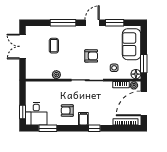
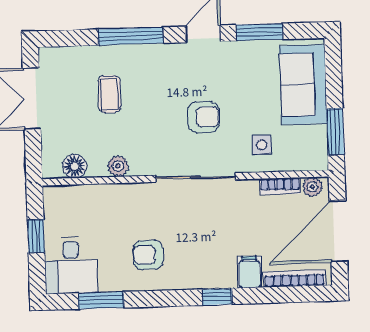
floor lamp: (136, 74) -> (75, 166), moved
window: (23, 112) -> (36, 236), moved
filing cabinet: (83, 119) -> (250, 272), moved

